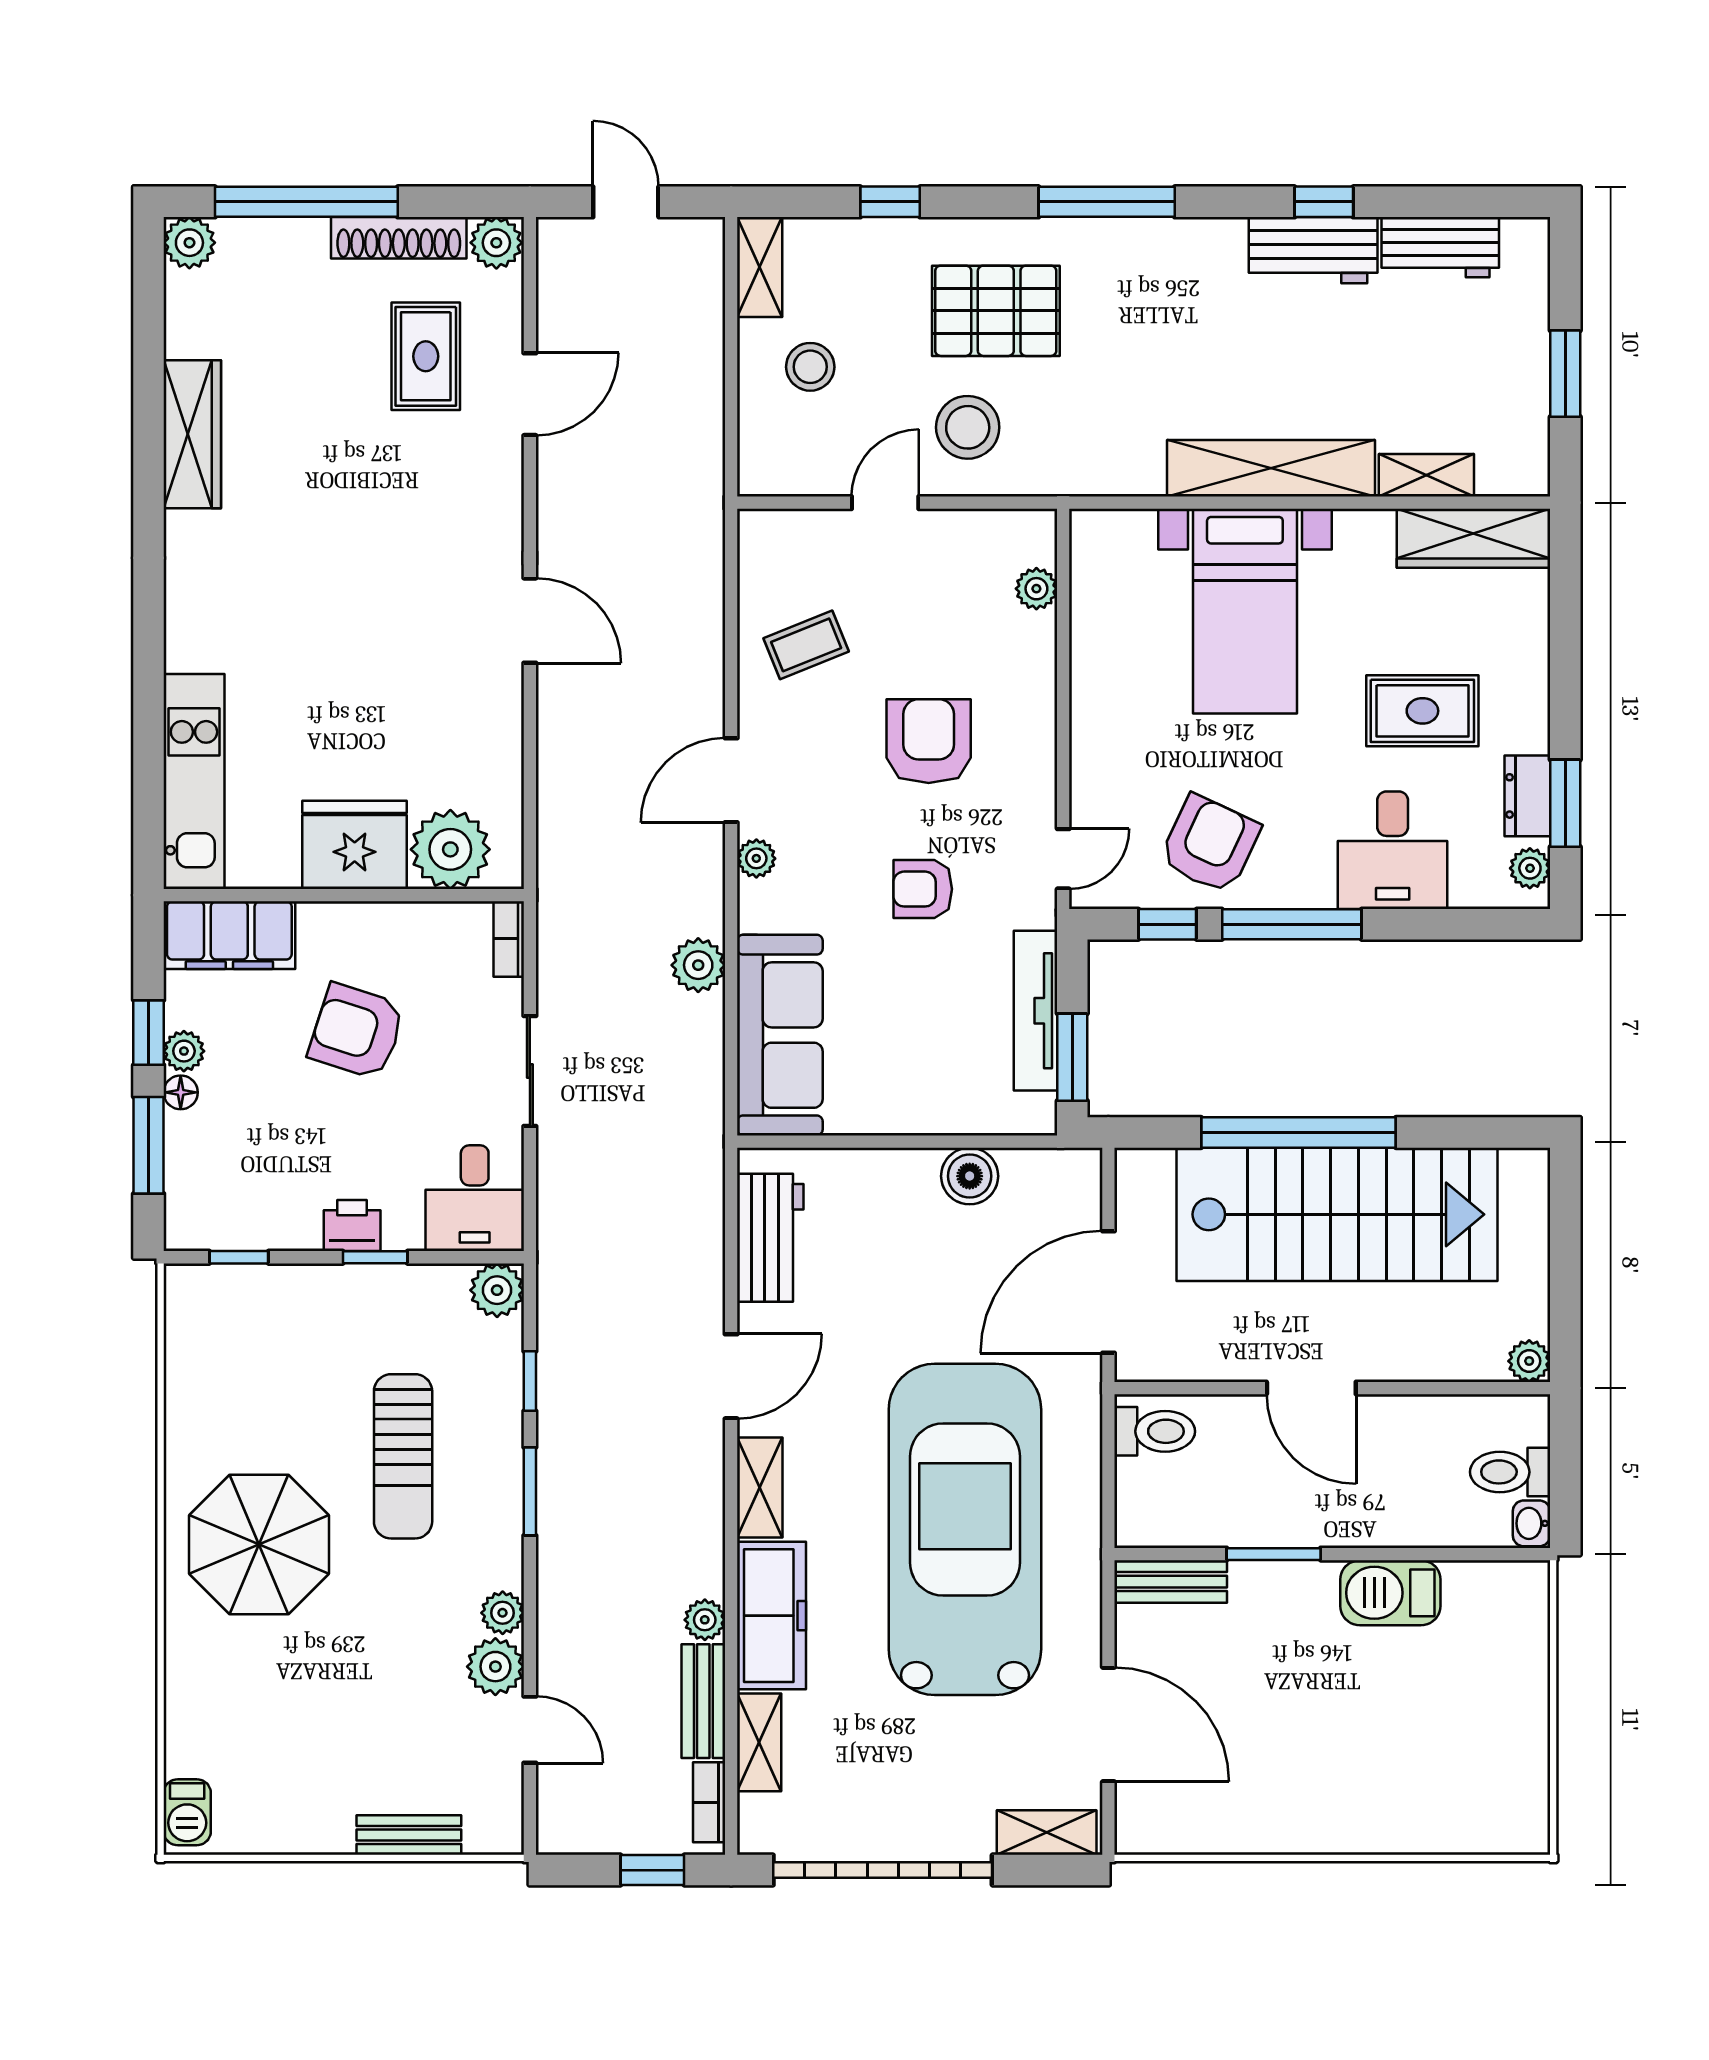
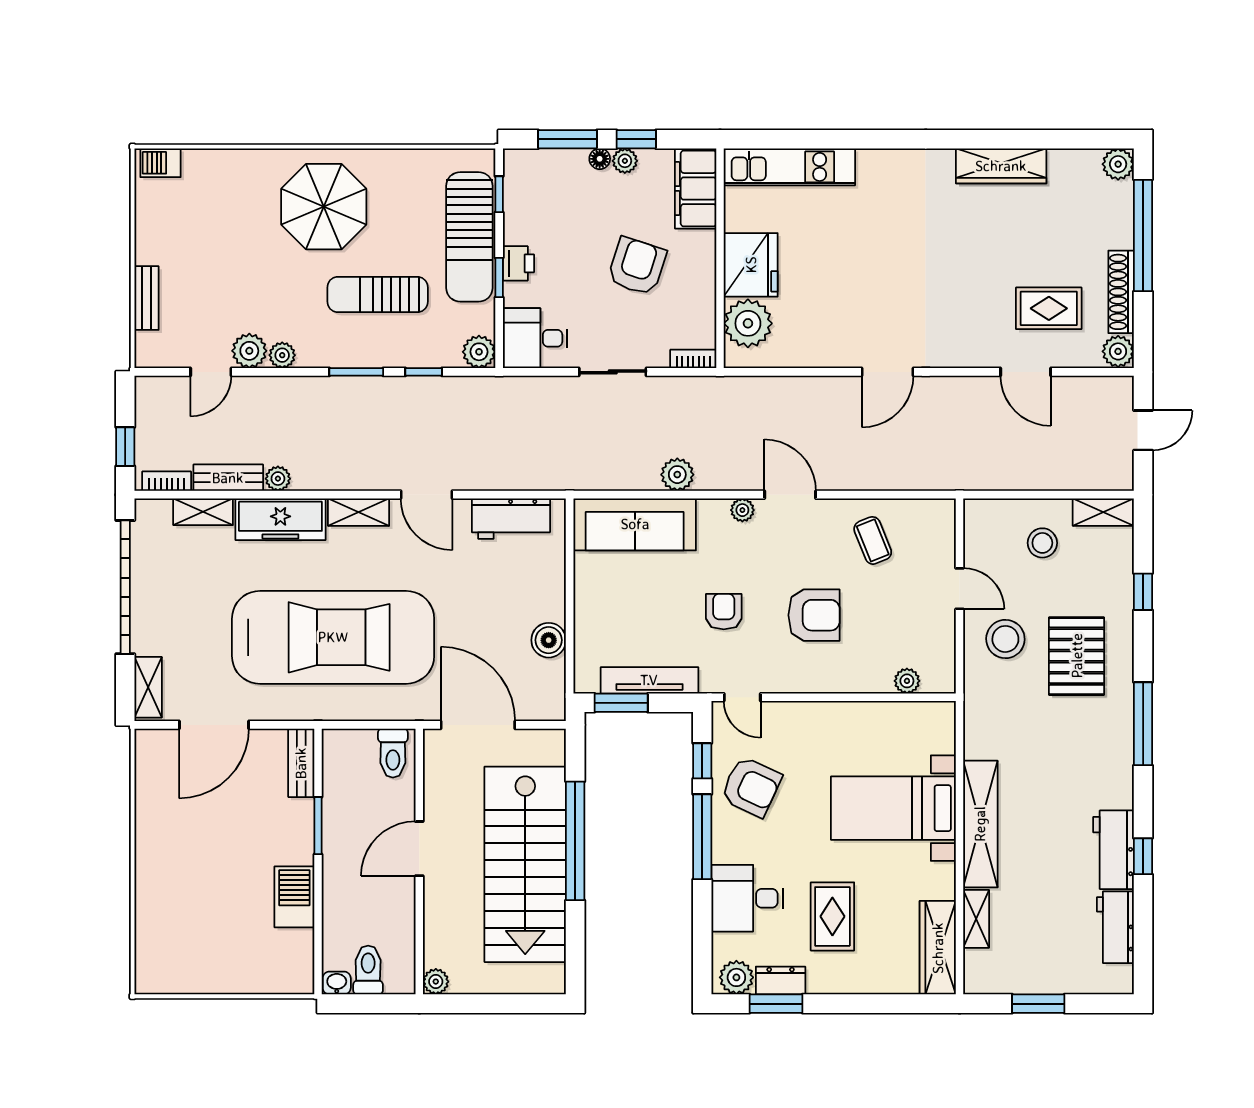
plant: (1530, 868) -> (736, 977), width x1.38, depth x1.38
sun lounger: (309, 1306) -> (469, 237), added

